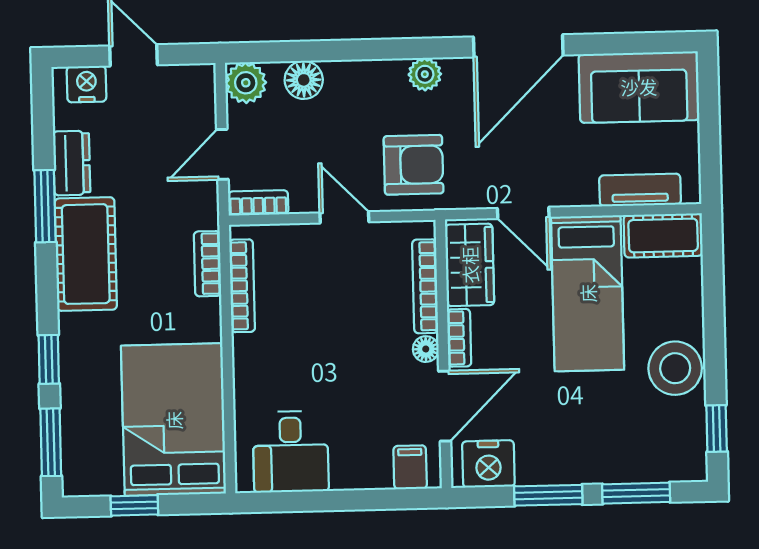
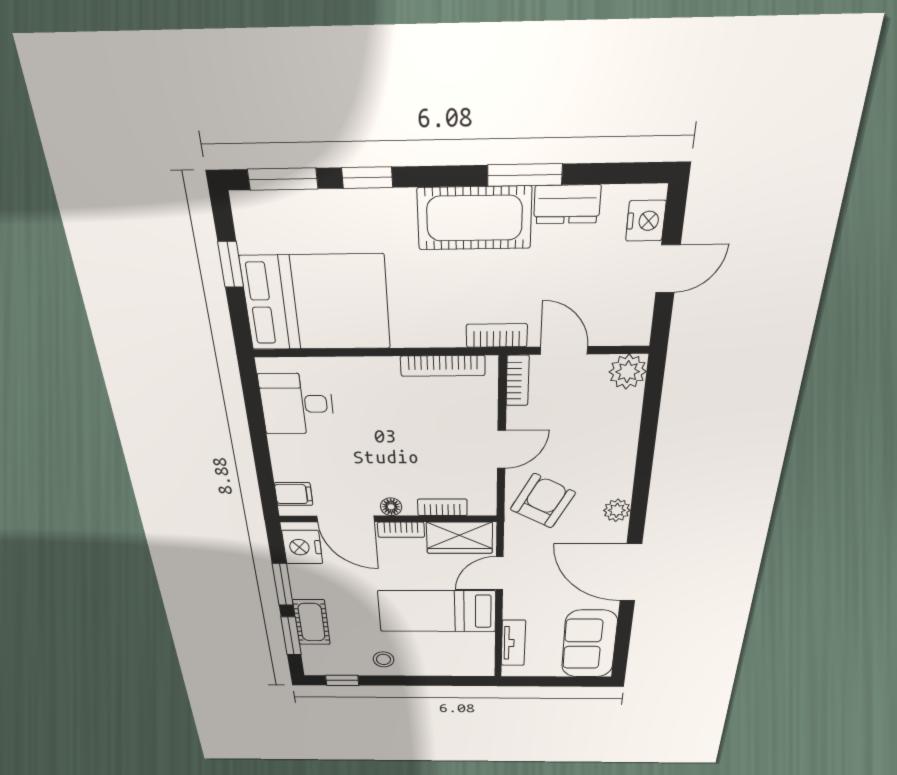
floor lamp: (304, 80) -> (624, 420), removed
armchair: (414, 165) -> (543, 501), turned -152
cot: (663, 235) -> (312, 622), moved
bookcase: (207, 264) -> (497, 335), moved
bookcase: (425, 286) -> (442, 507), width x0.64
stool: (675, 368) -> (384, 659), width x0.53, depth x0.53

